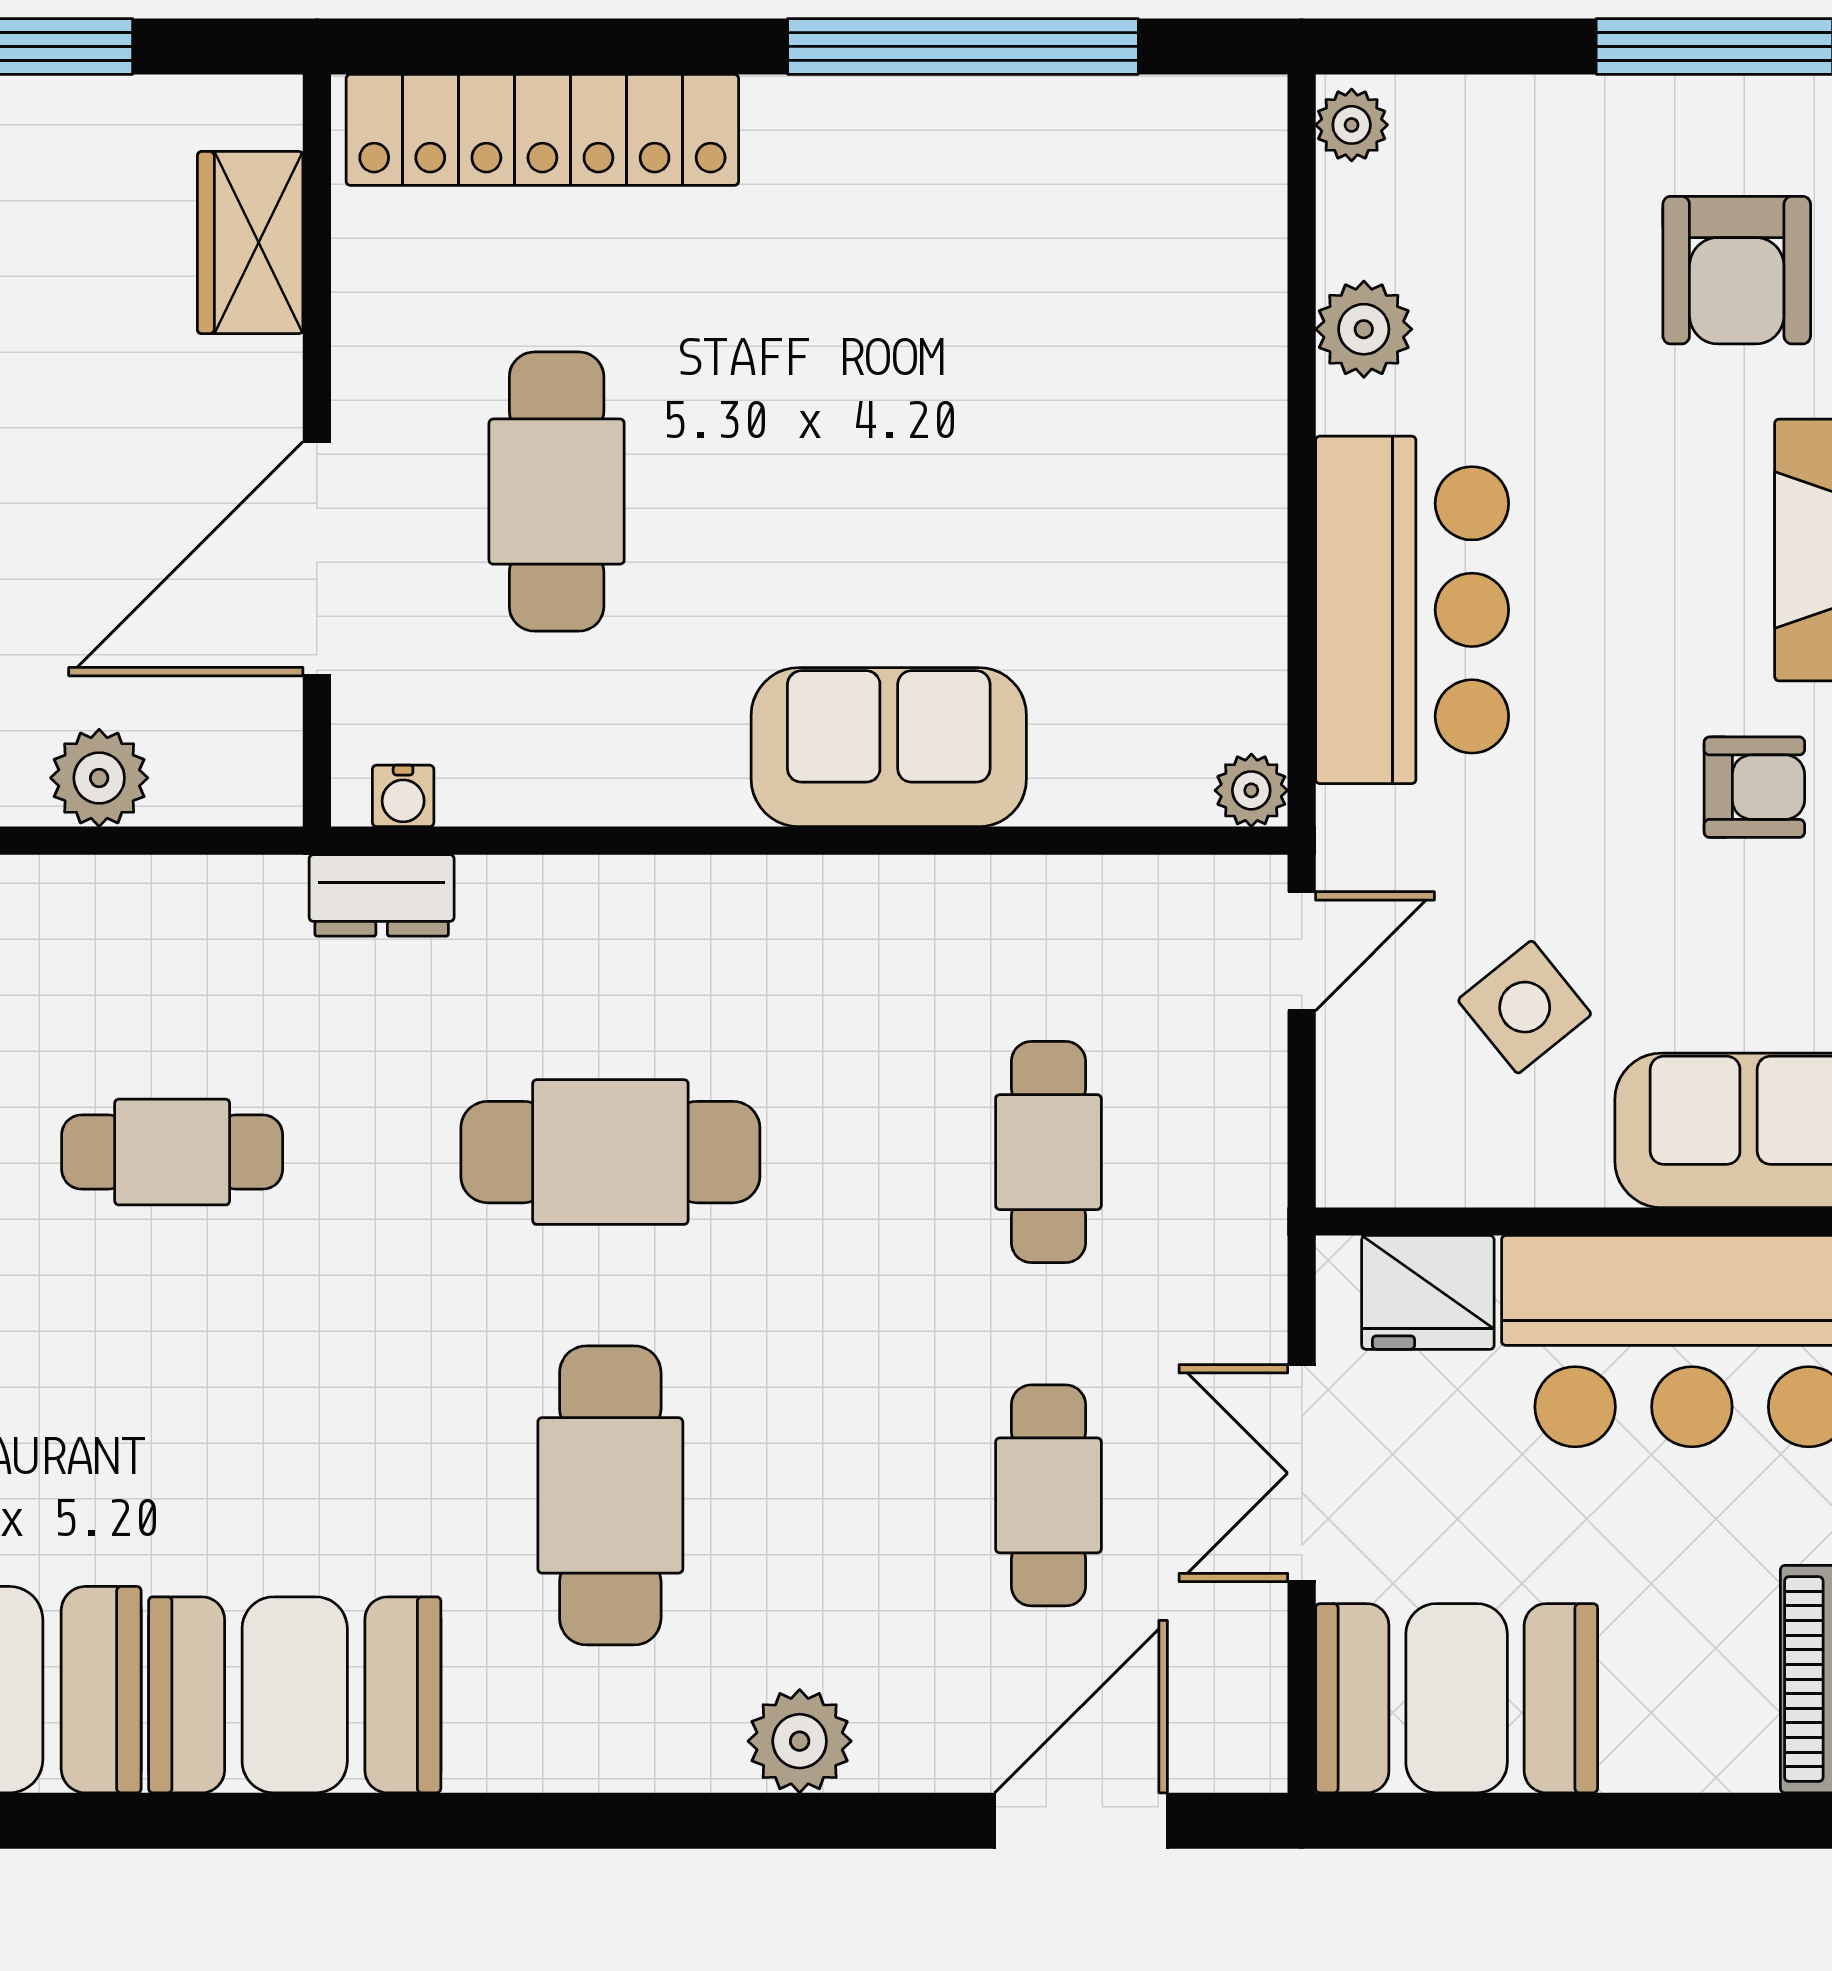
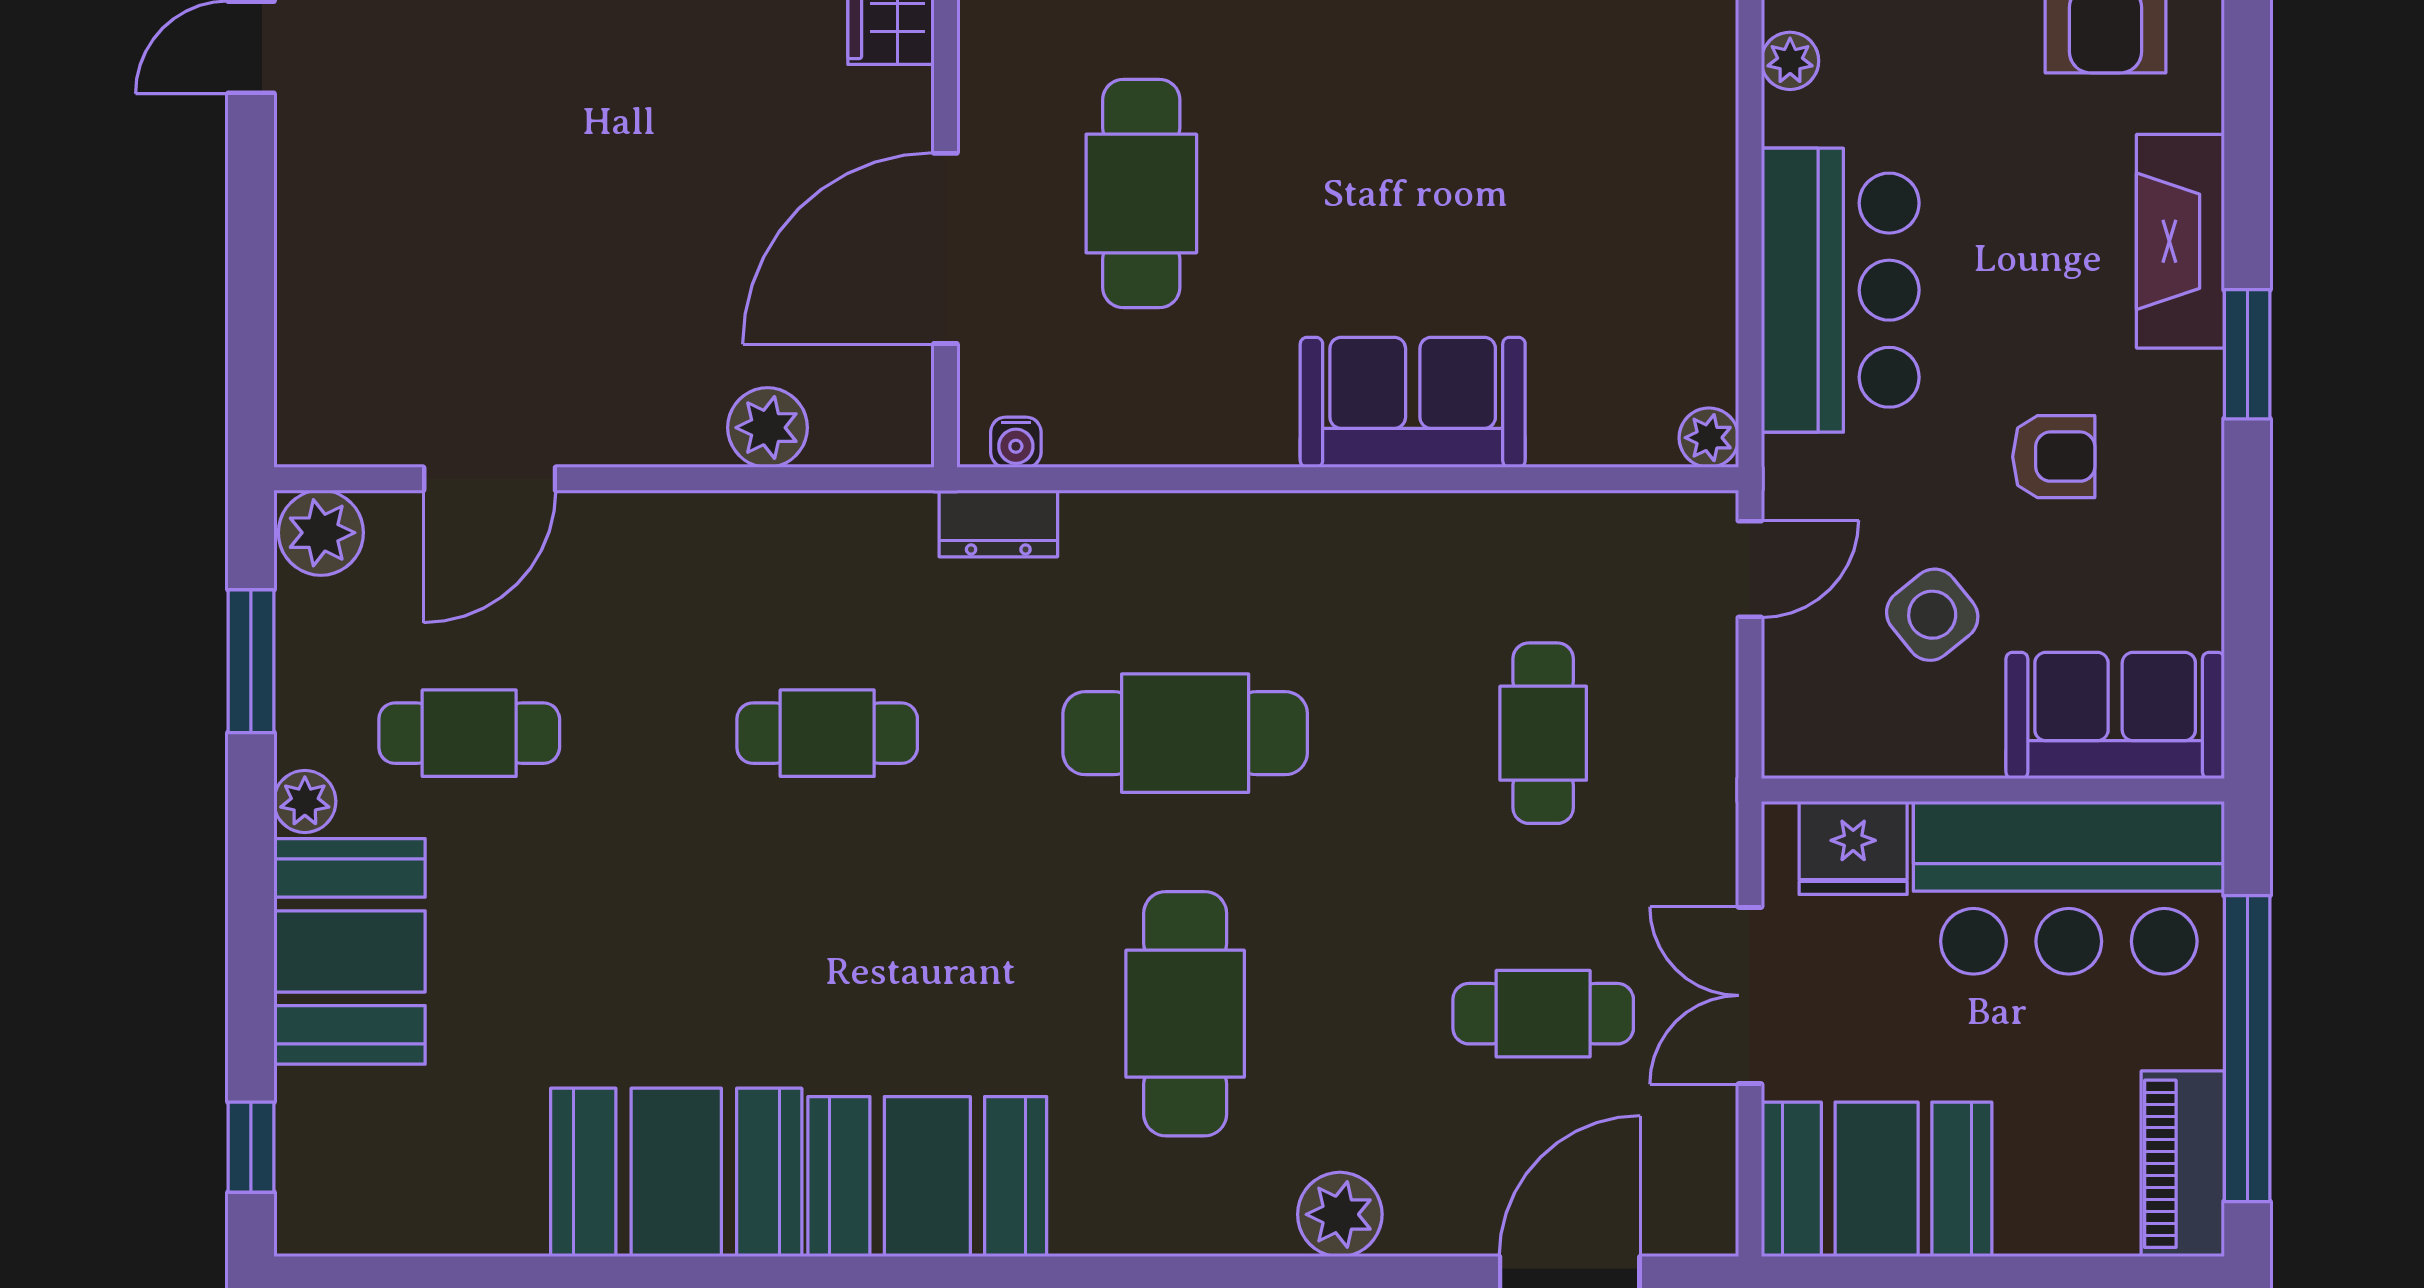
plant: (1364, 329) -> (1790, 61), width x0.73, depth x0.73
armchair: (1754, 787) -> (2054, 457), moved
cafe table: (1048, 1495) -> (1543, 1014), turned 90

